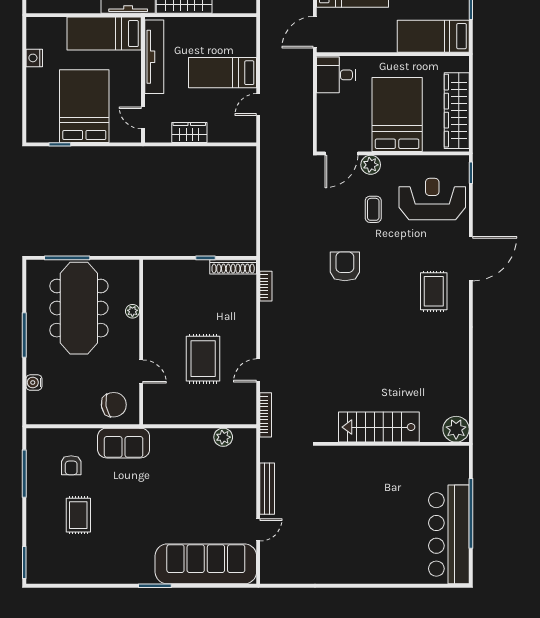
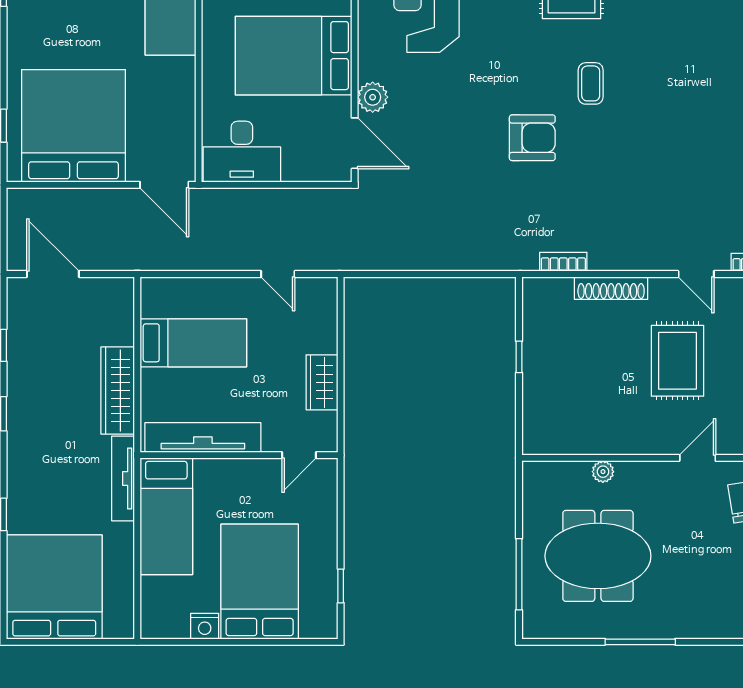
bed: (222, 73) -> (193, 343), moved, turned -90
desk: (336, 75) -> (242, 152), width x1.37
bed: (84, 106) -> (260, 582), moved, turned 90
coffee table: (373, 209) -> (591, 83), moved, turned 90
armchair: (345, 266) -> (532, 138), turned 180
shoe rack: (233, 267) -> (611, 288), moved, turned 90
meeting table: (79, 308) -> (598, 556), width x0.73
rug: (203, 359) -> (677, 361), turned 90
water cooler: (34, 383) -> (715, 627), removed

